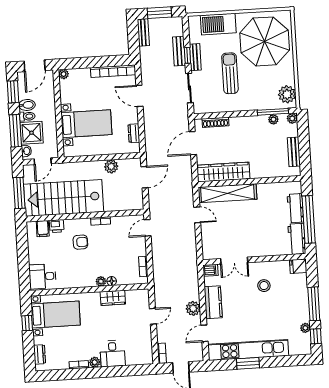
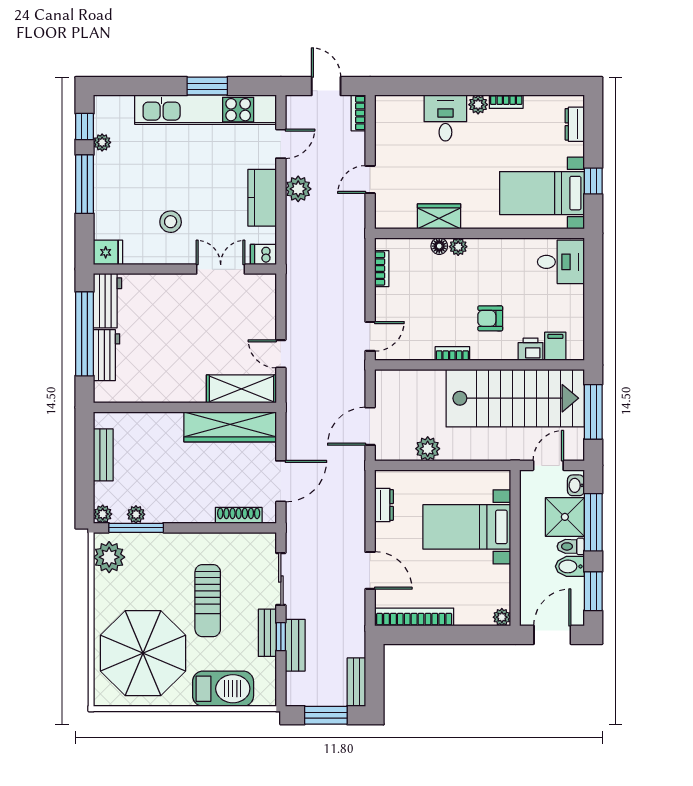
shelving: (227, 193) -> (241, 389), width x0.68

